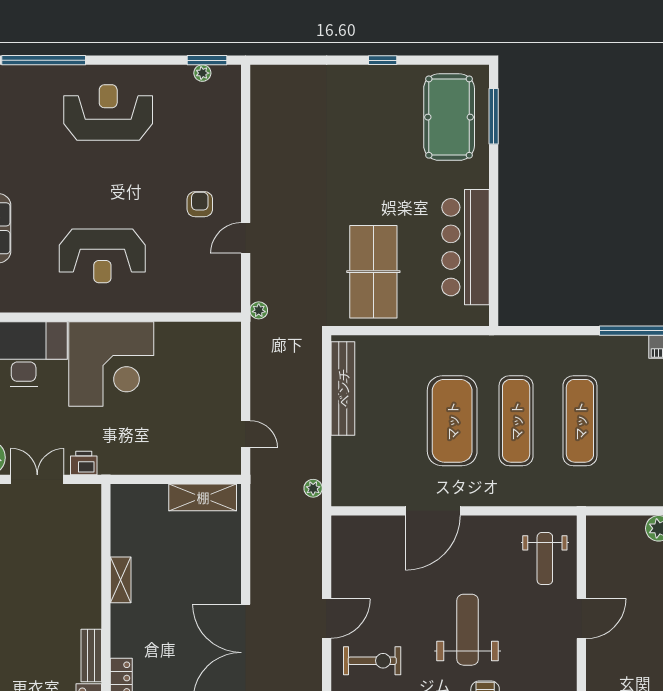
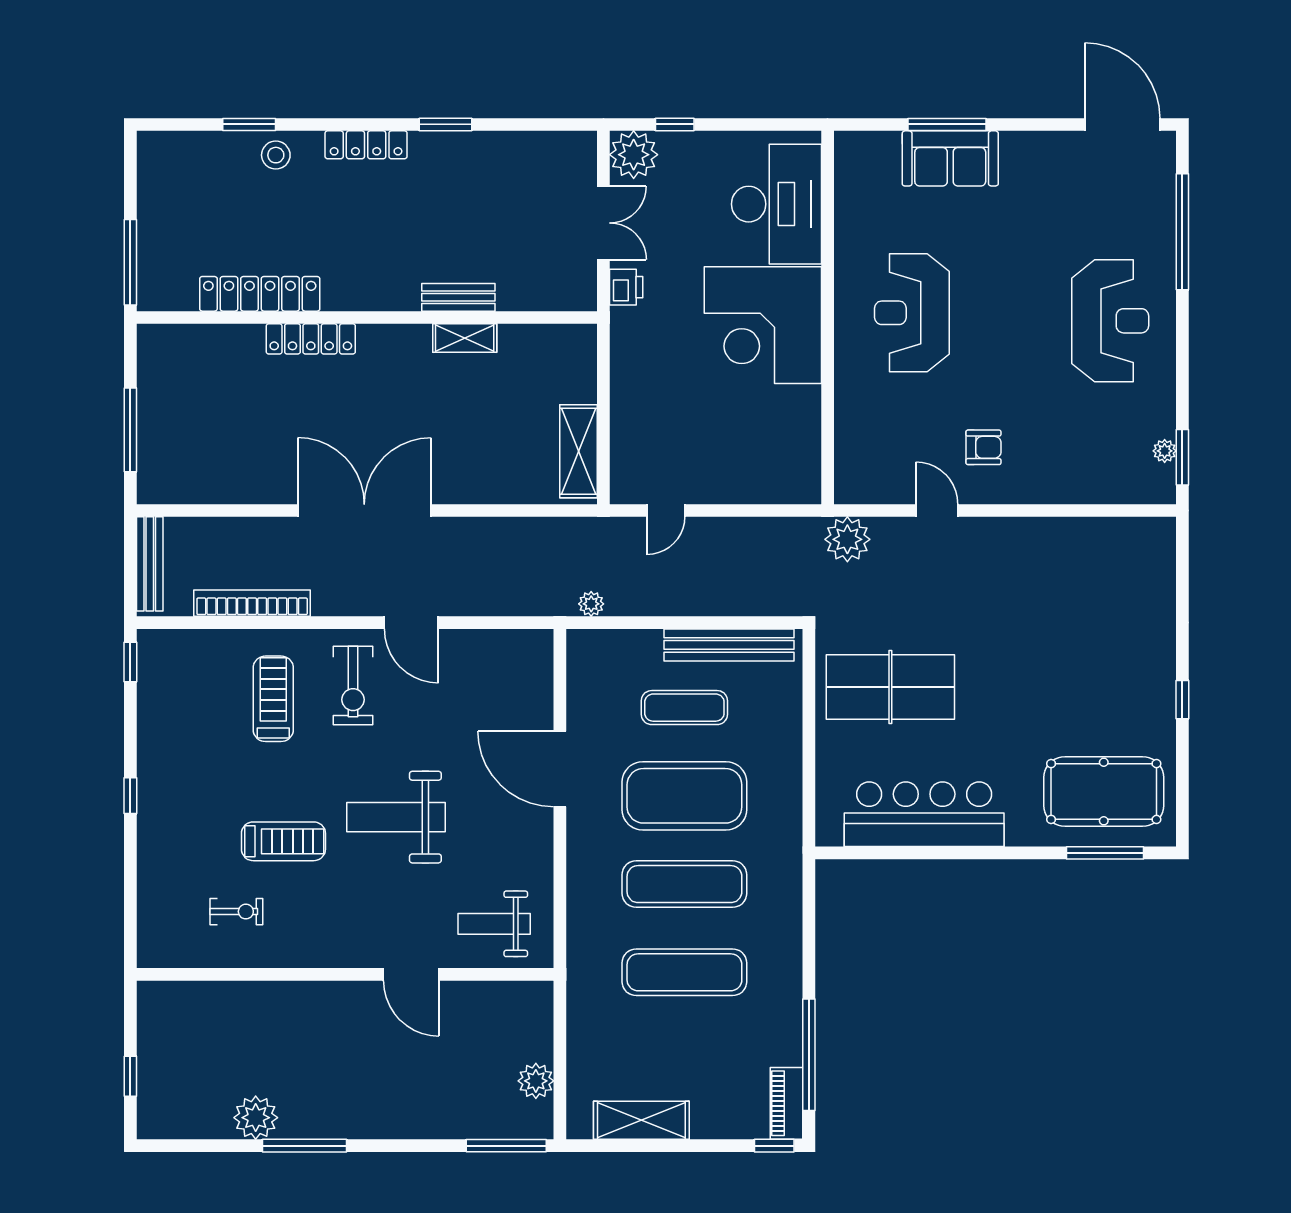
plant: (259, 310) -> (847, 539), width x1.88, depth x1.88
exercise mat: (388, 421) -> (684, 708), added
weight bench: (468, 630) -> (396, 817), turned 180
bench: (91, 655) -> (458, 297), moved

